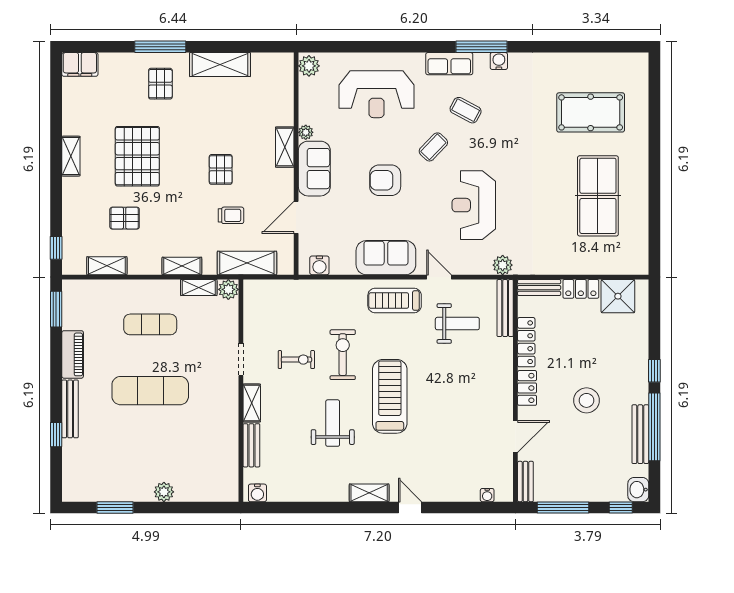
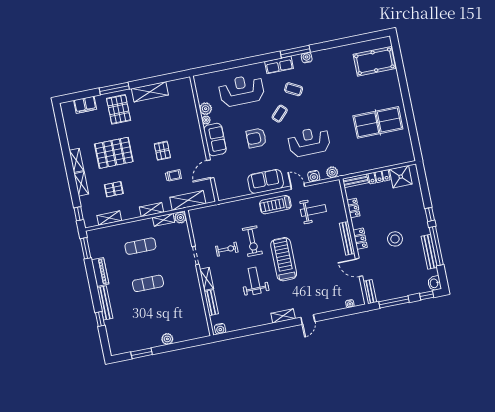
filing cabinet: (80, 64) -> (85, 105), moved
plant: (309, 66) -> (206, 109), moved
pallet: (160, 84) -> (119, 109), width x1.50, depth x1.42
reception desk: (376, 94) -> (242, 90), turned 180
pool table: (591, 112) -> (374, 61), moved
shelving: (285, 147) -> (81, 184), moved
pallet: (137, 156) -> (114, 153), turned 90
table tennis table: (598, 196) -> (378, 122), turned 90
reception desk: (474, 205) -> (309, 142), turned 90
water cooler: (319, 265) -> (314, 176), moved
bench: (505, 308) -> (347, 238), moved
locker: (526, 342) -> (353, 208), width x0.66
exercise bike: (343, 355) -> (252, 241), turned 180
exercise mat: (150, 391) -> (148, 283), width x0.73, depth x0.69
door: (515, 437) -> (359, 267), swing flipped
door: (410, 508) -> (308, 320), swing flipped

